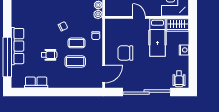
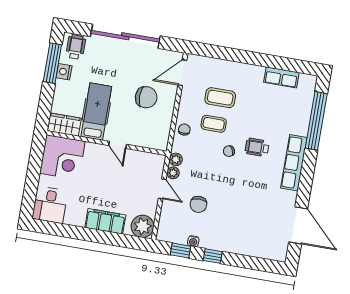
row of seats: (18, 46) -> (294, 163), moved
nightstand: (184, 50) -> (64, 72), moved
wheelchair: (49, 55) -> (257, 147), moved
window: (193, 65) -> (52, 63), added

